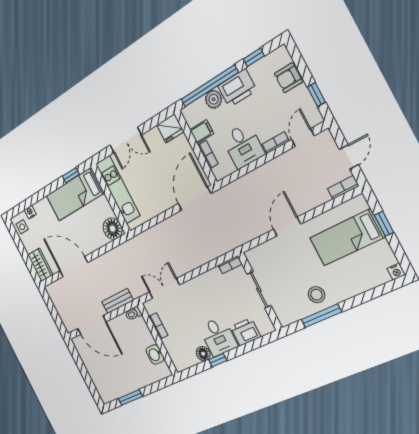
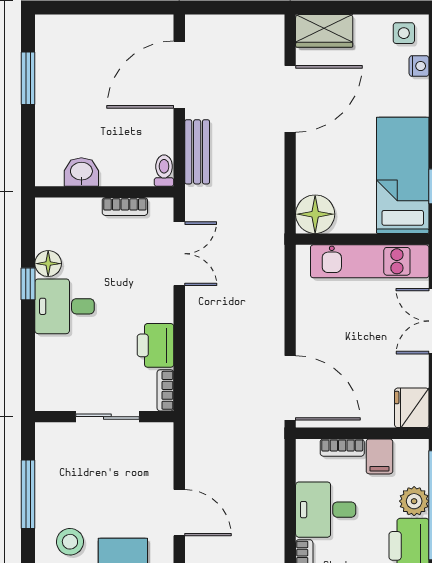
stool: (316, 295) -> (70, 542), moved
printer: (246, 332) -> (156, 345), moved, turned 180

